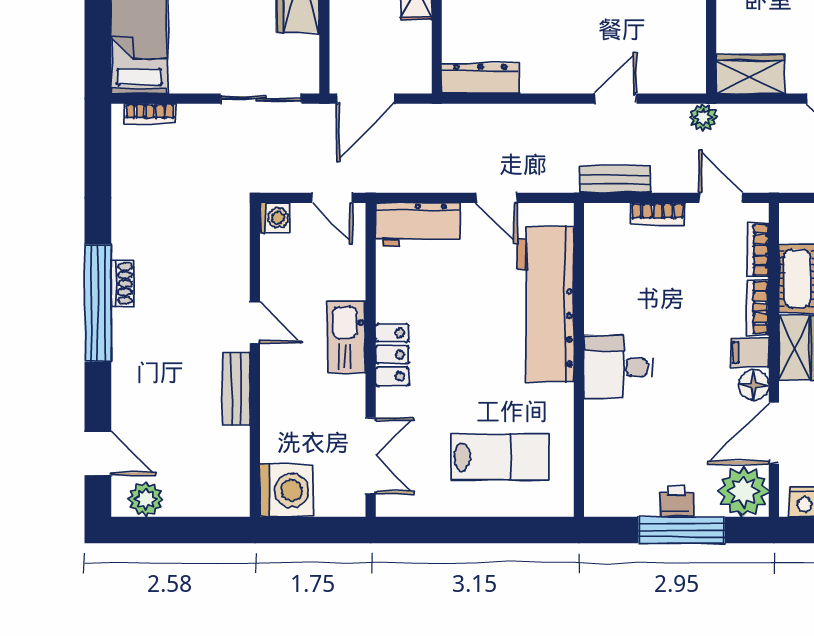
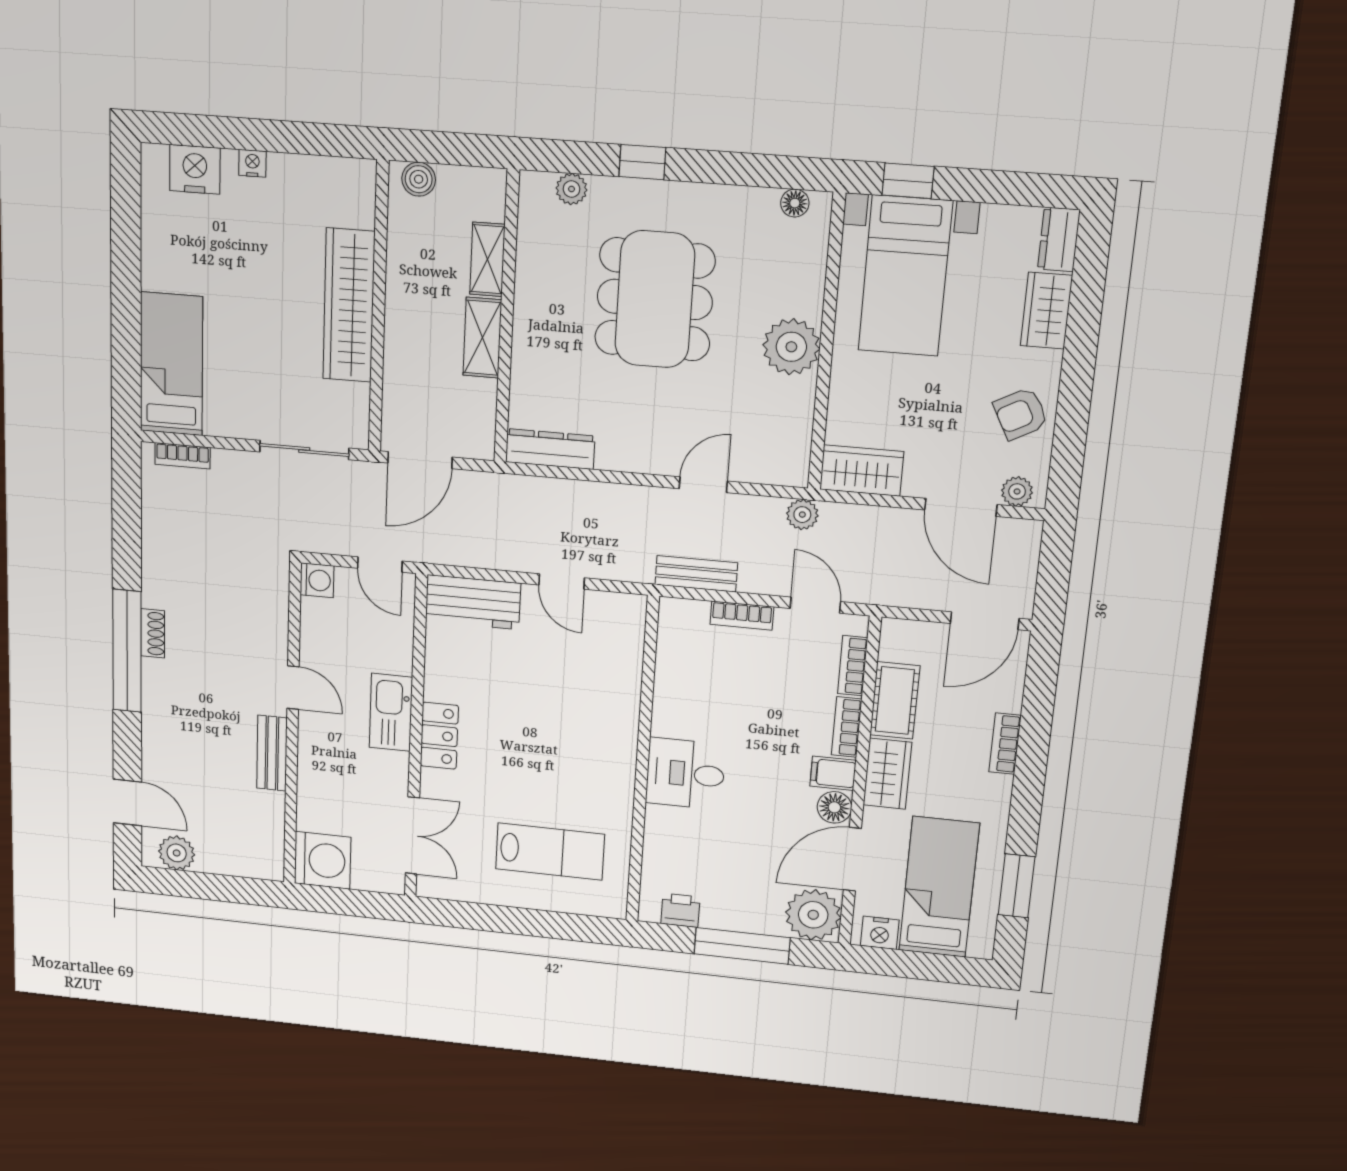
workbench: (546, 304) -> (609, 700), removed
printer: (676, 501) -> (680, 910), moved

